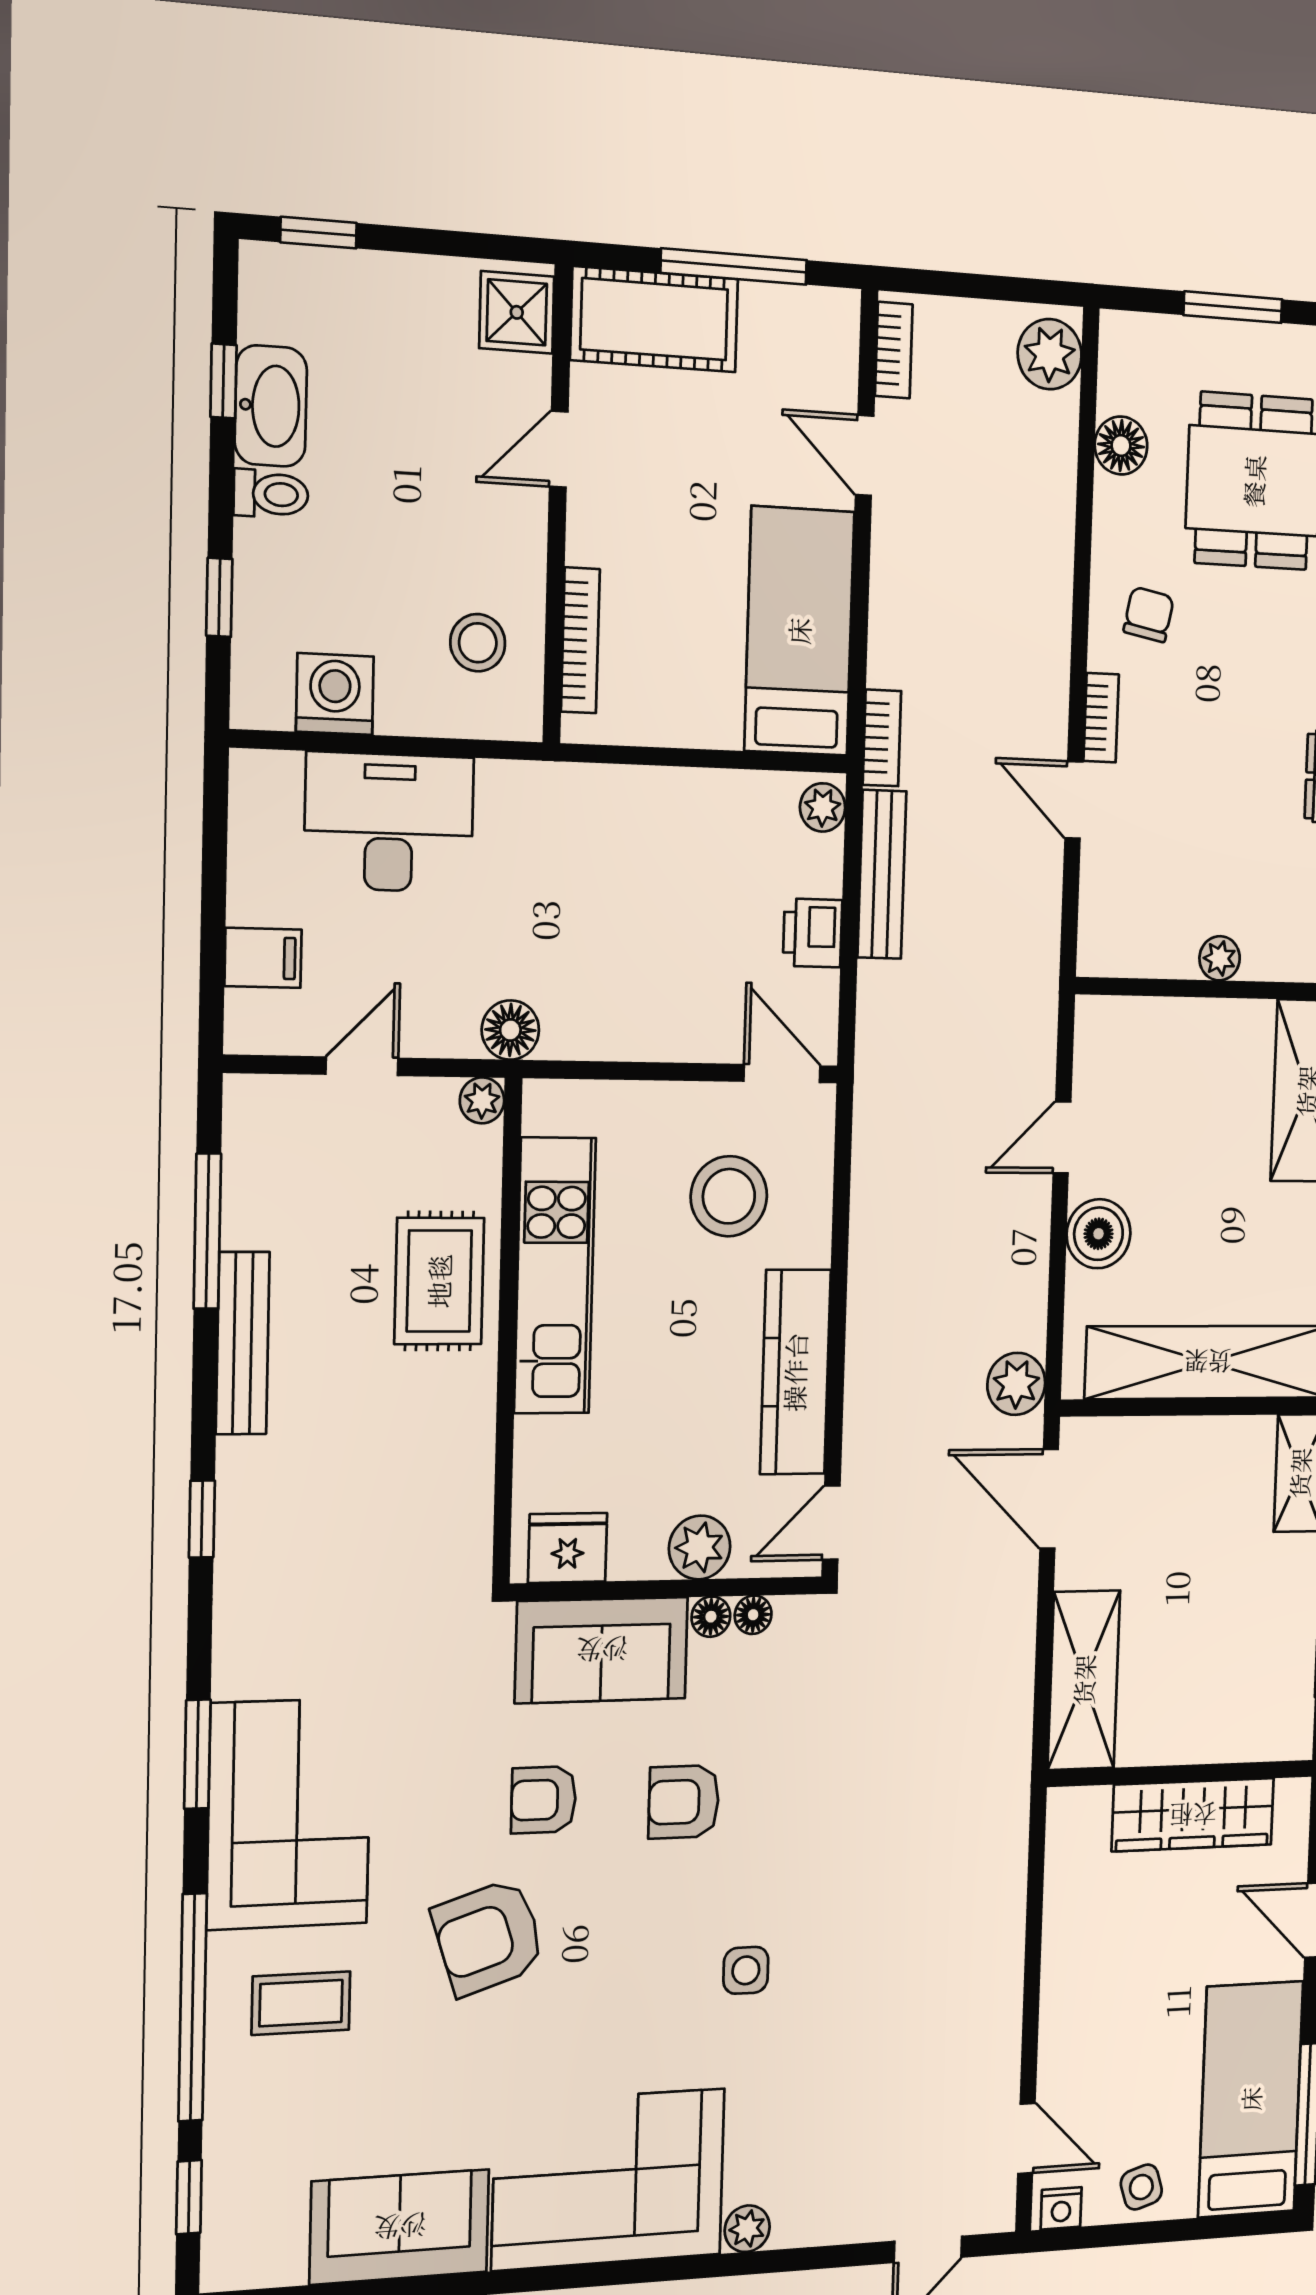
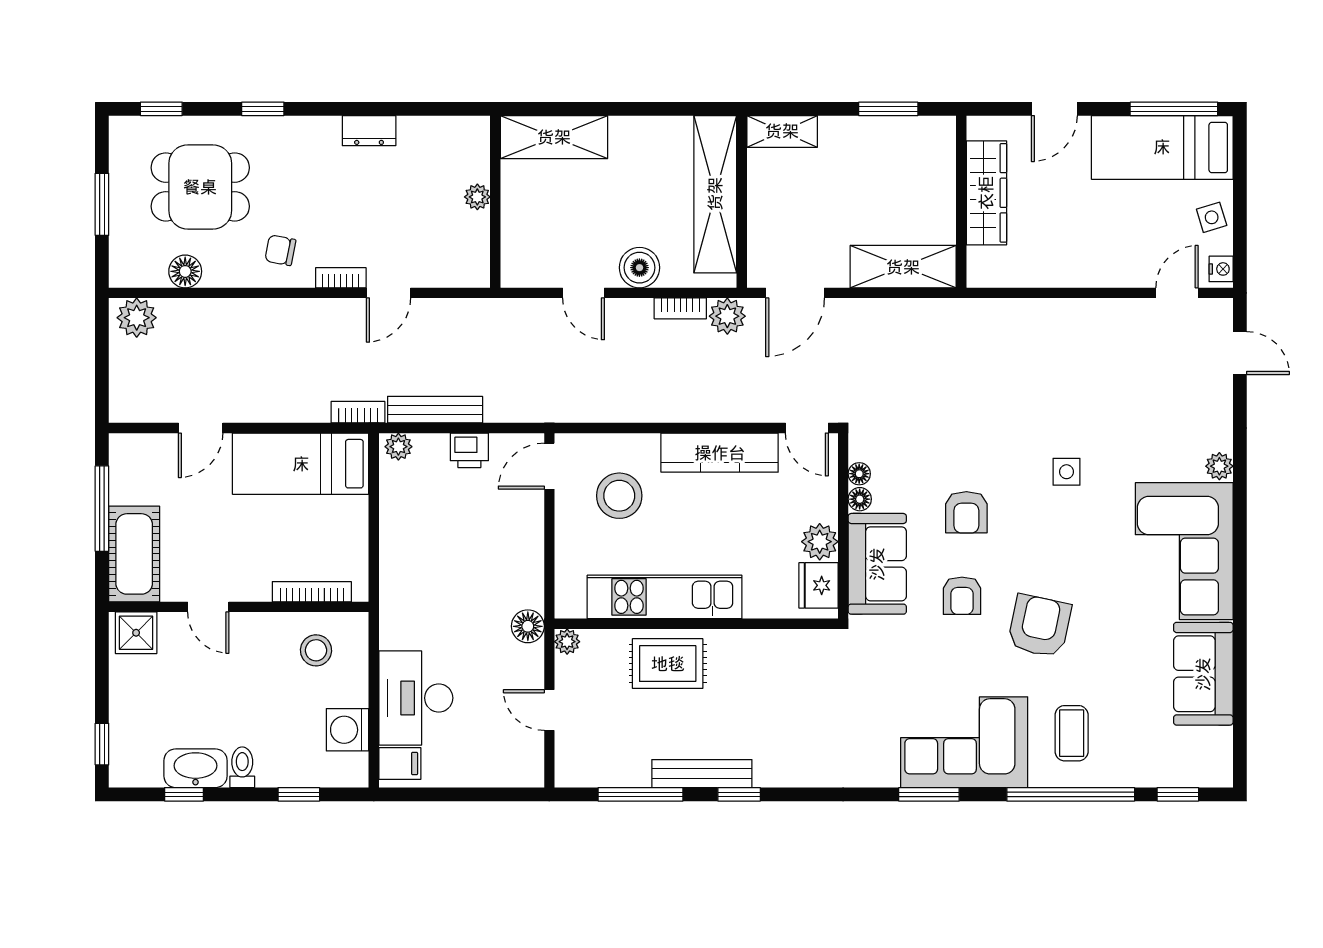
bookcase: (894, 350) -> (680, 308), moved, turned 180
filing cabinet: (263, 958) -> (400, 764), moved, turned 90
window: (202, 1519) -> (739, 794), moved
plant: (700, 1547) -> (820, 542), moved
armchair: (488, 1937) -> (1039, 626), turned -150

